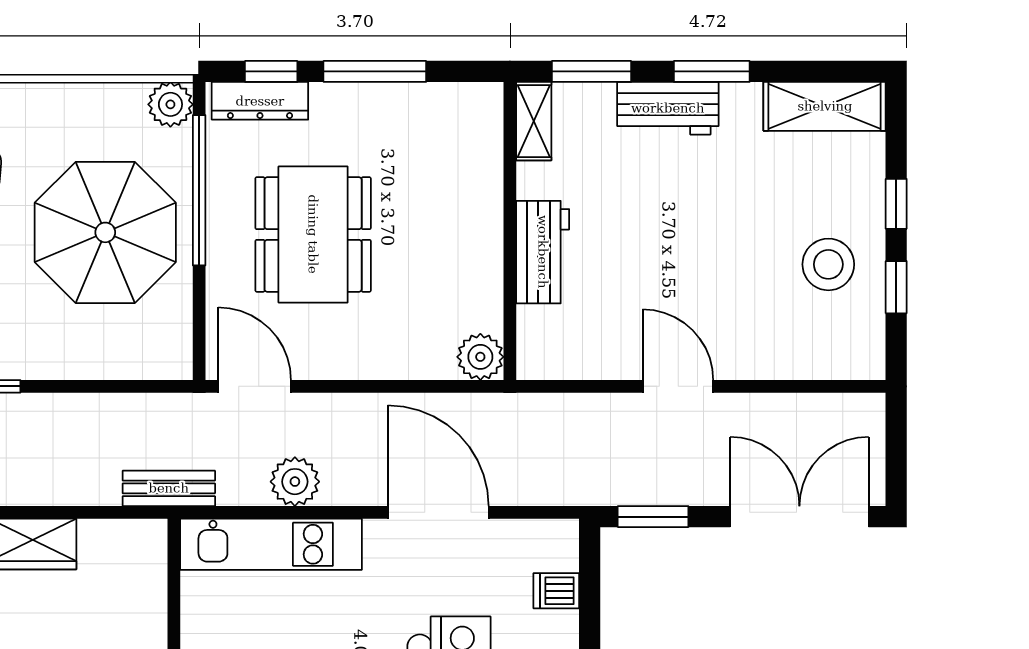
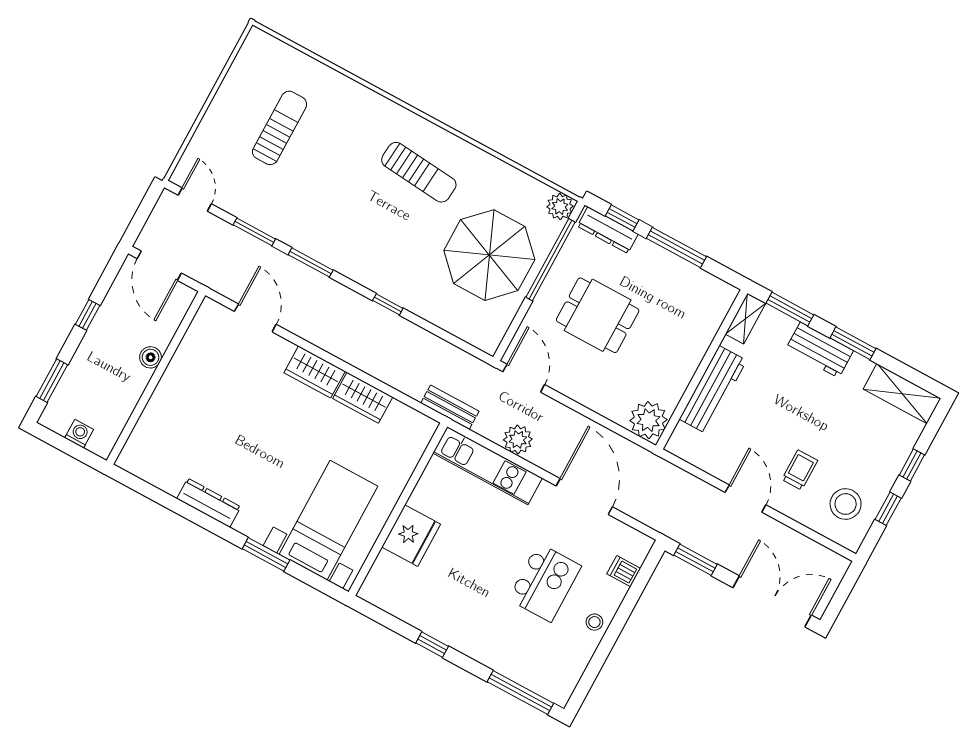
dining table: (313, 234) -> (598, 315), width x0.73
workbench: (543, 252) -> (713, 390), width x1.38
stool: (828, 264) -> (846, 504), moved
trolley: (735, 301) -> (800, 470), added
plant: (480, 357) -> (648, 420), width x1.36, depth x1.36

